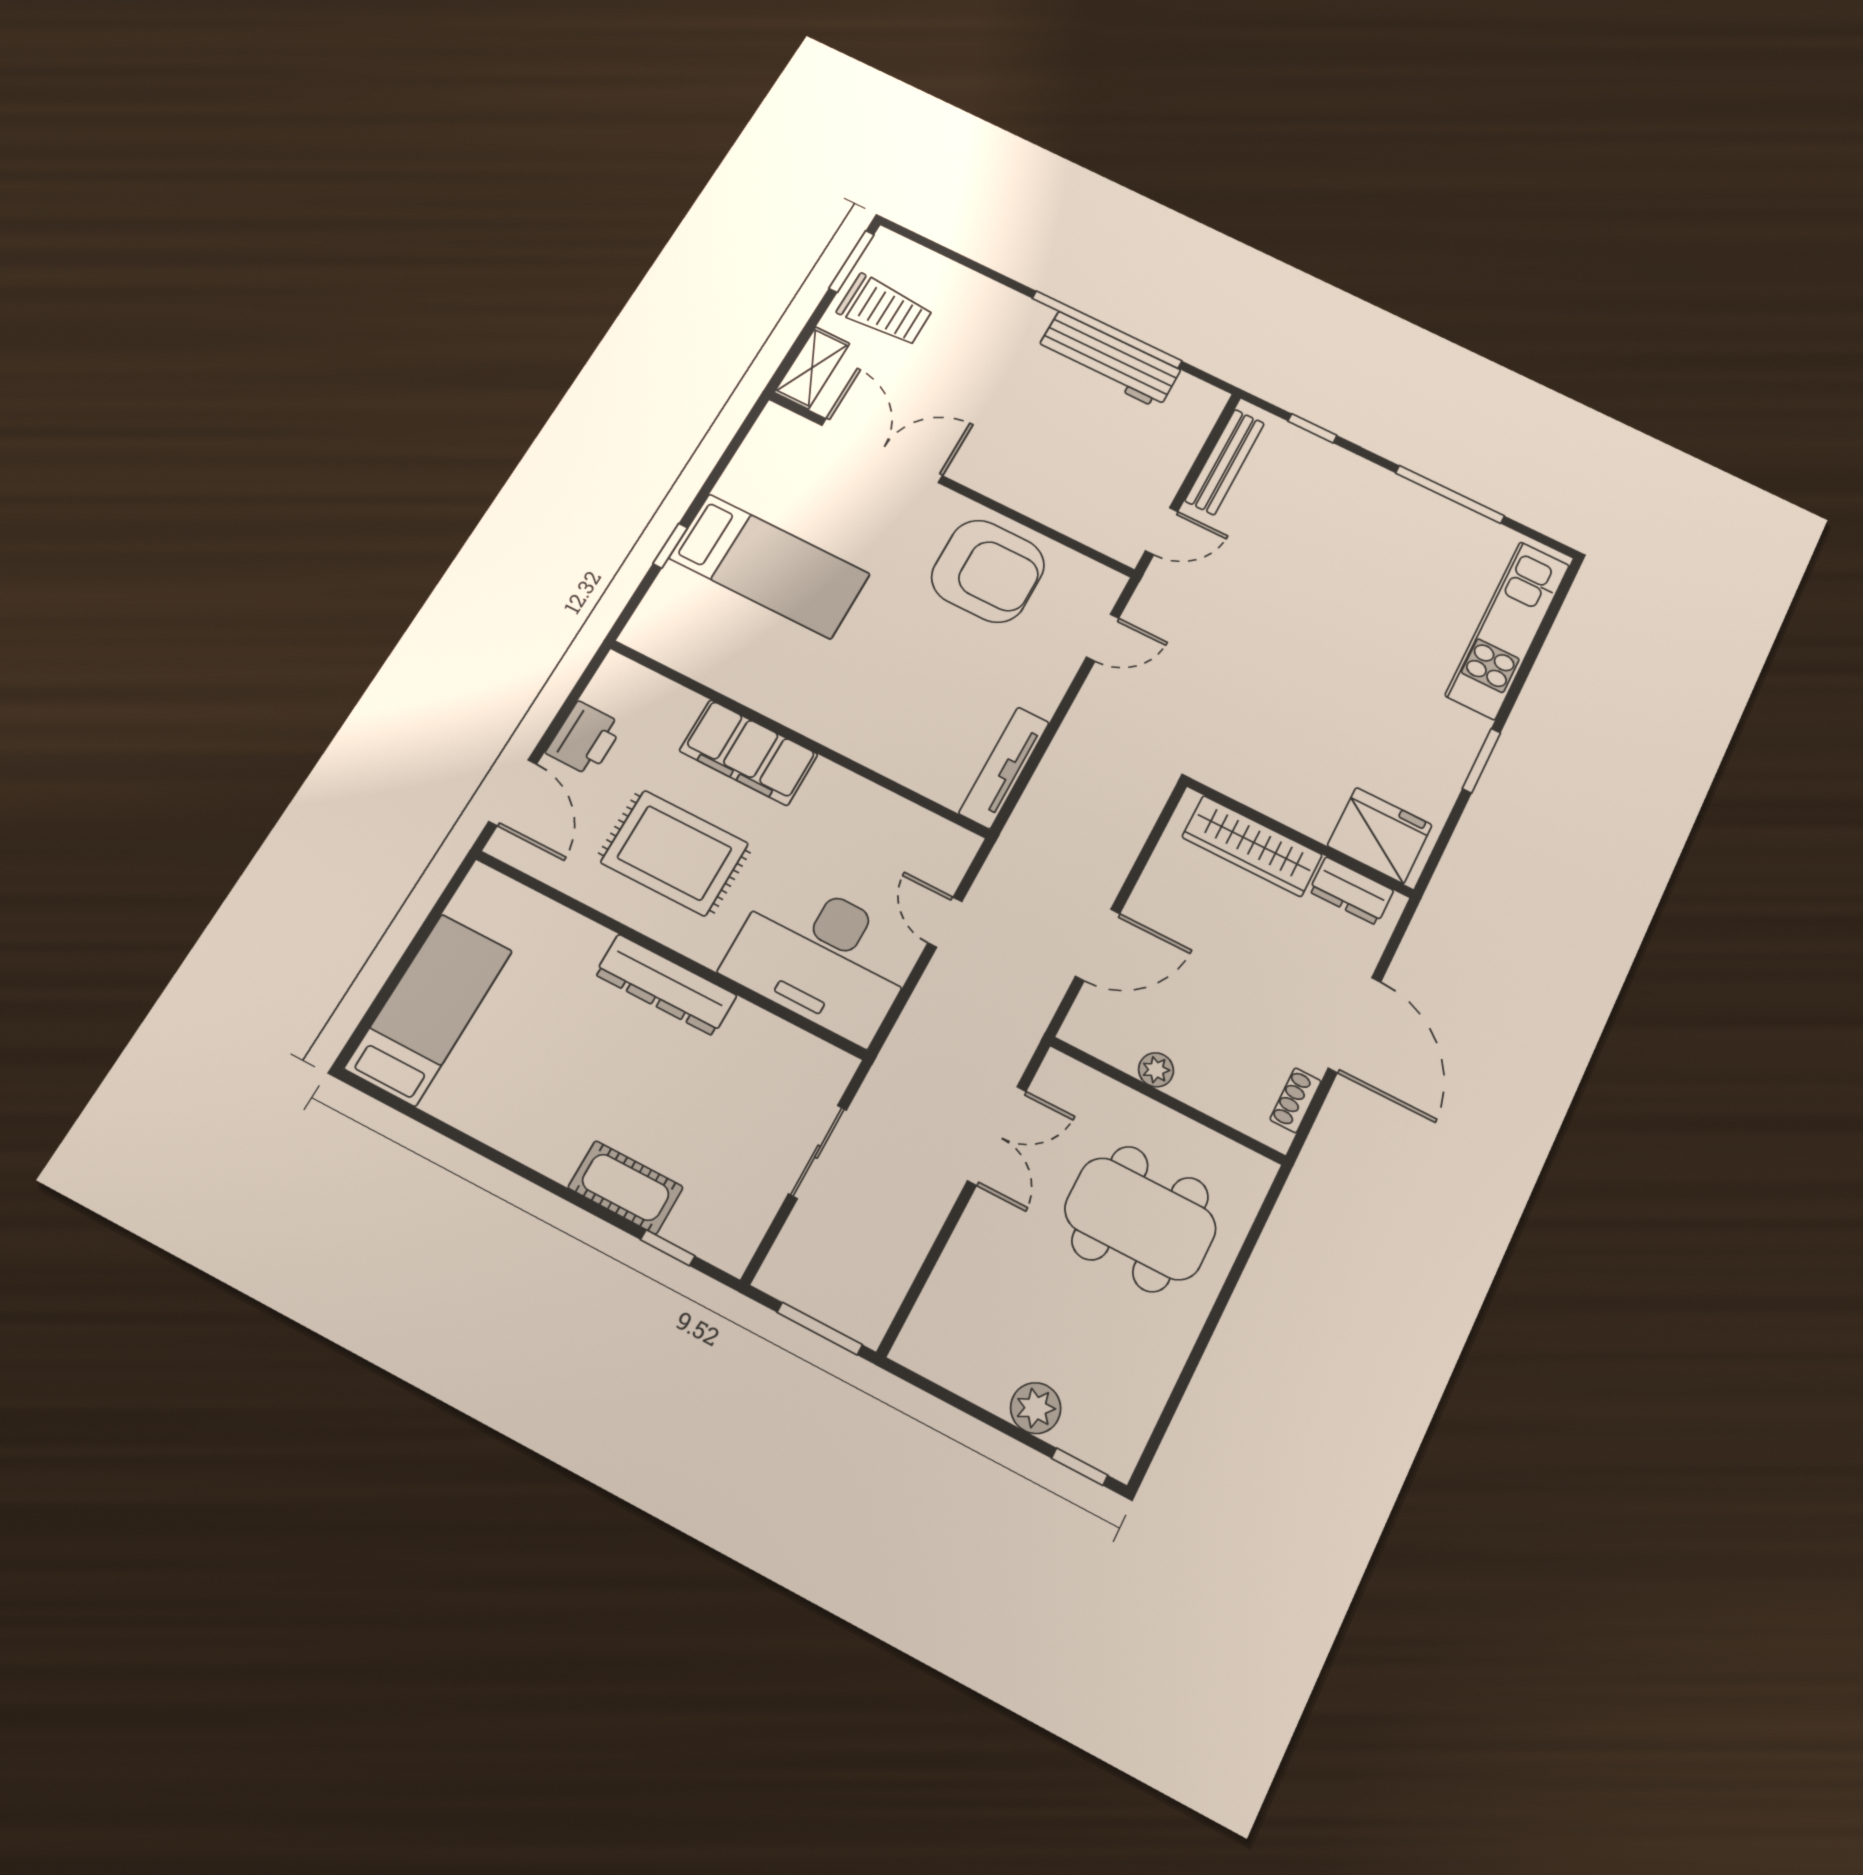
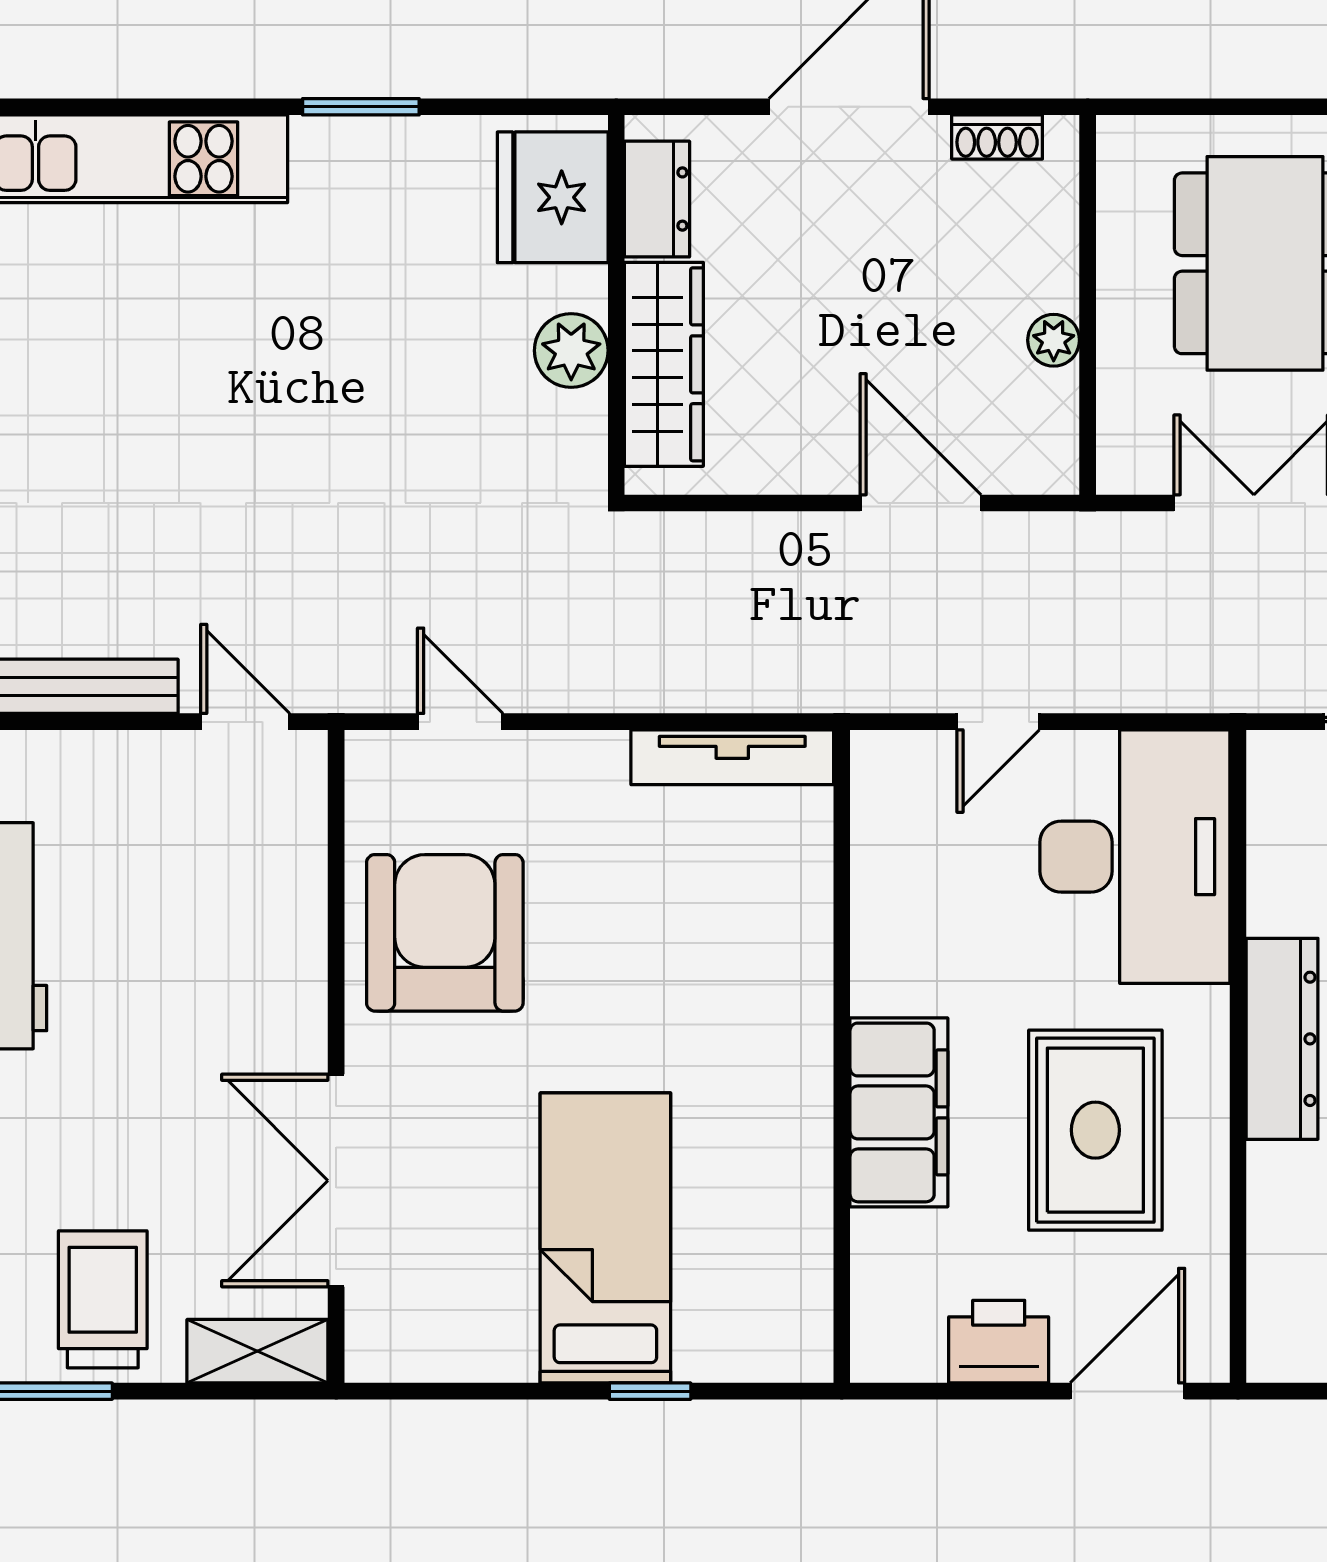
plant: (1285, 801) -> (571, 351), added

